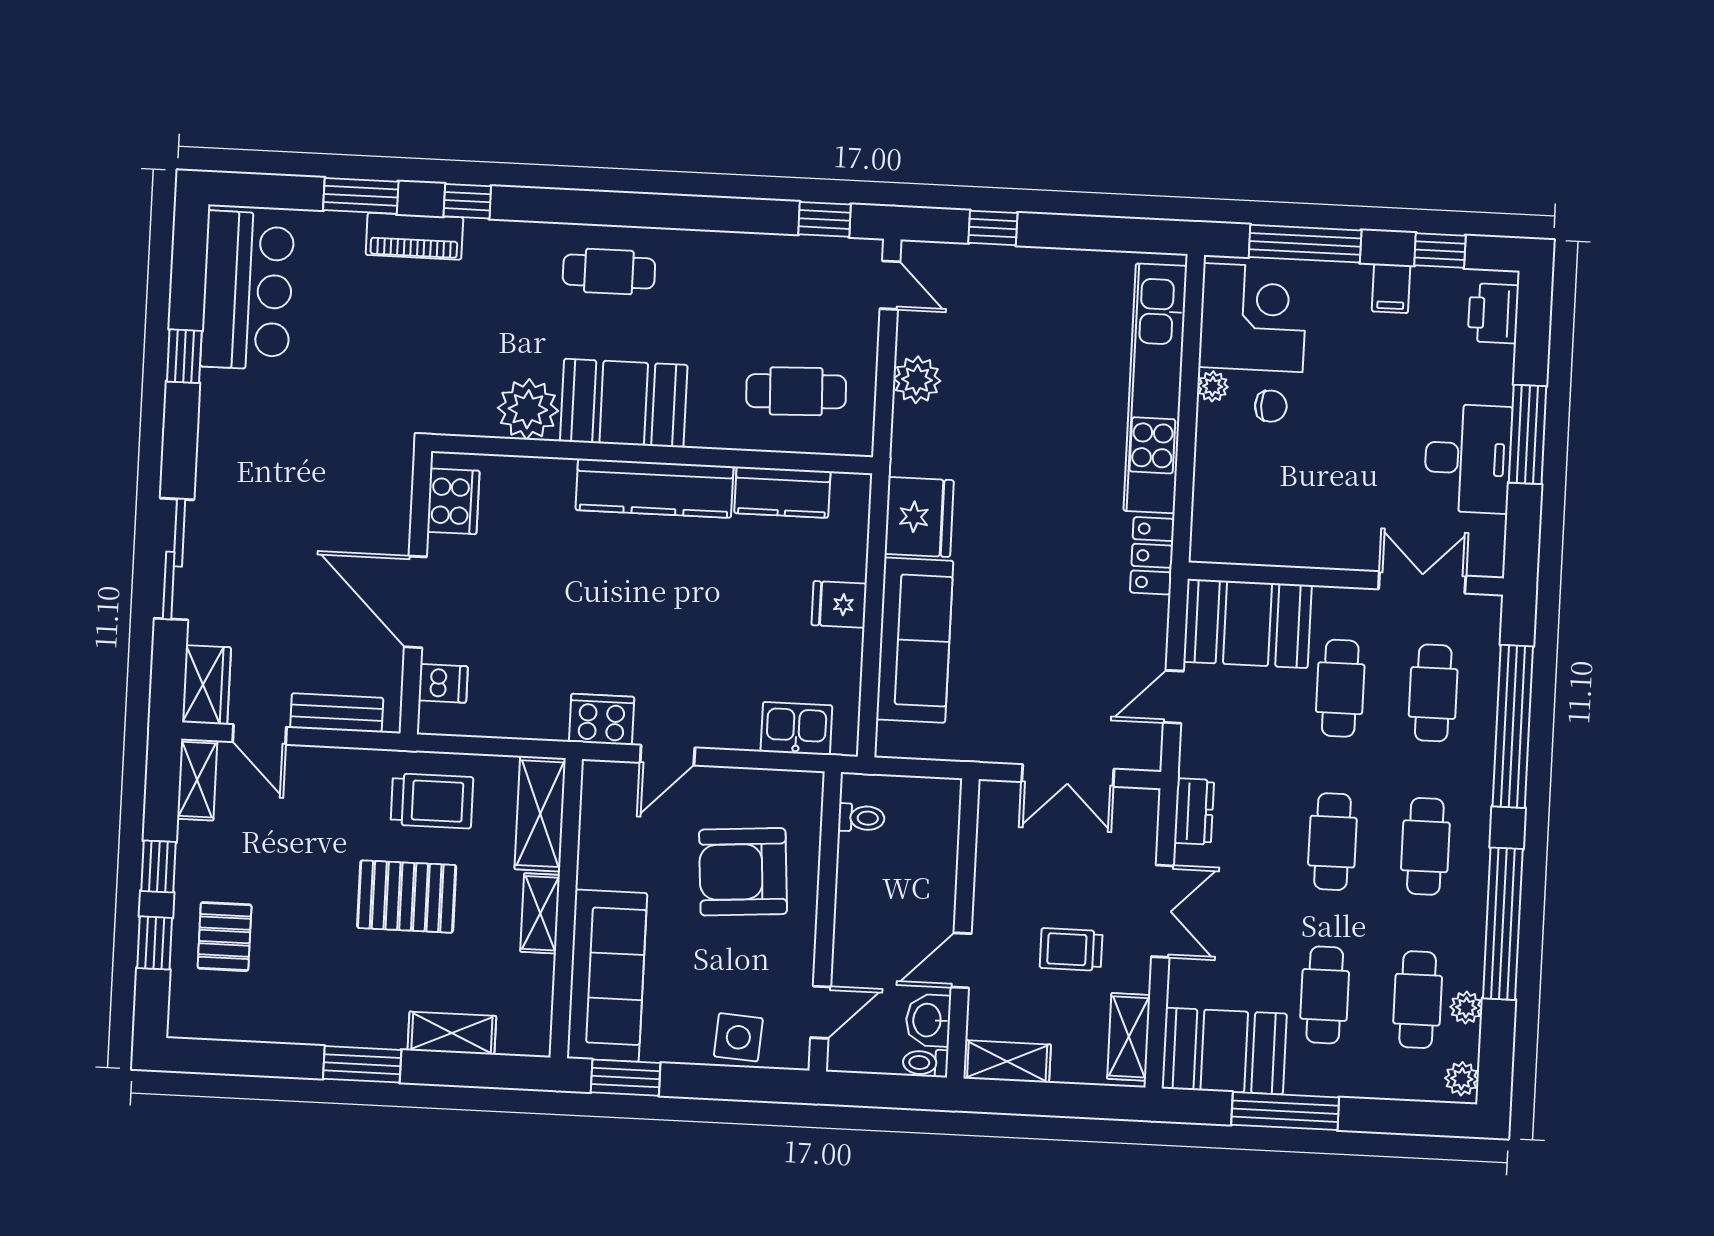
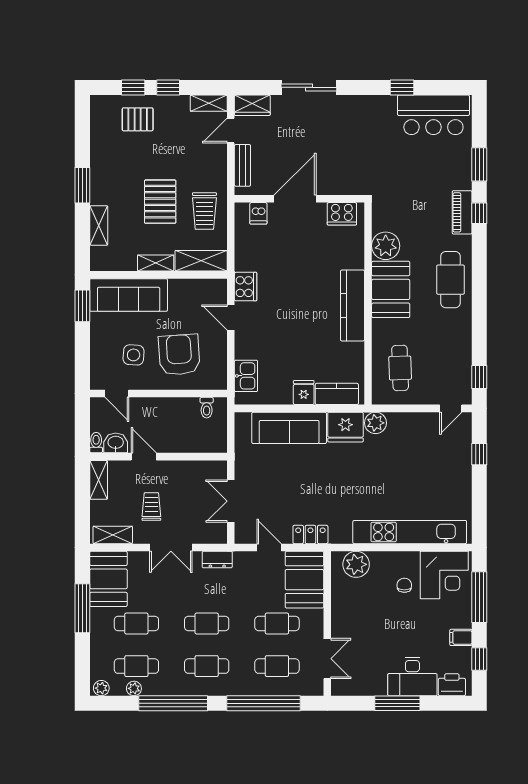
piano: (414, 236) -> (462, 212), moved
cafe table: (609, 272) -> (450, 280), width x1.37, depth x1.35
plant: (917, 380) -> (375, 423), moved
plant: (1213, 386) -> (356, 564), moved, width x1.88, depth x1.88
chair: (1271, 406) -> (404, 585), turned 180
desk: (1468, 459) -> (412, 677), moved
kitchen counter: (782, 492) -> (337, 394), moved, turned 90
locker: (1152, 556) -> (310, 534), moved
side table: (738, 1037) -> (134, 355), moved

